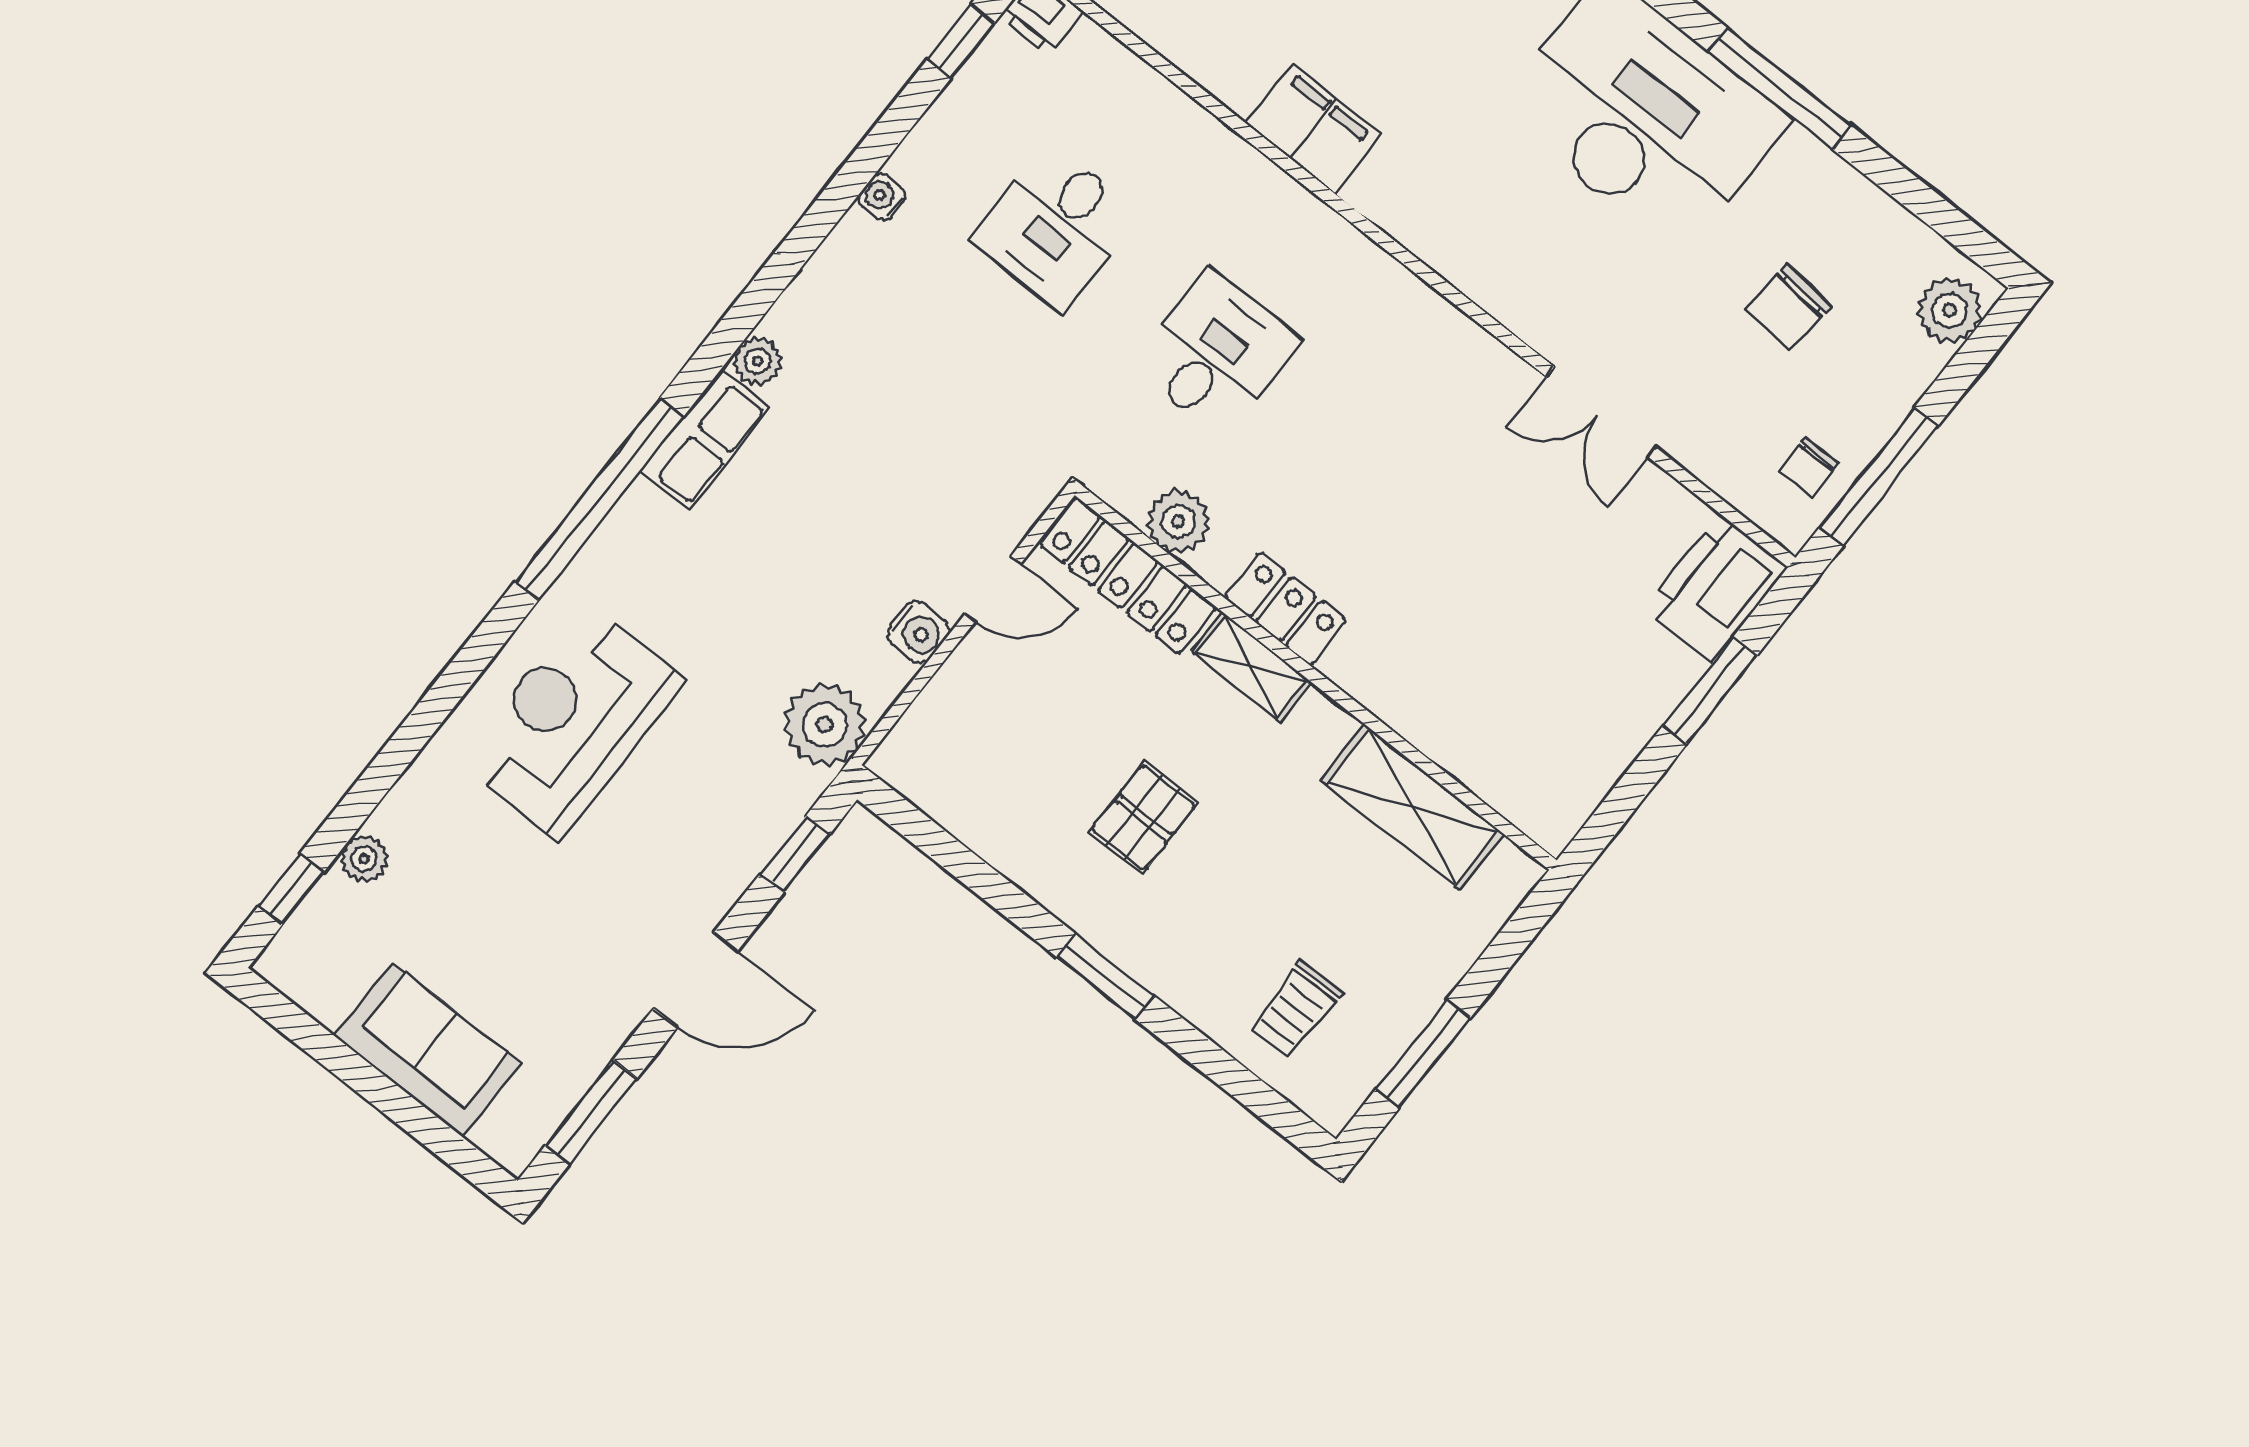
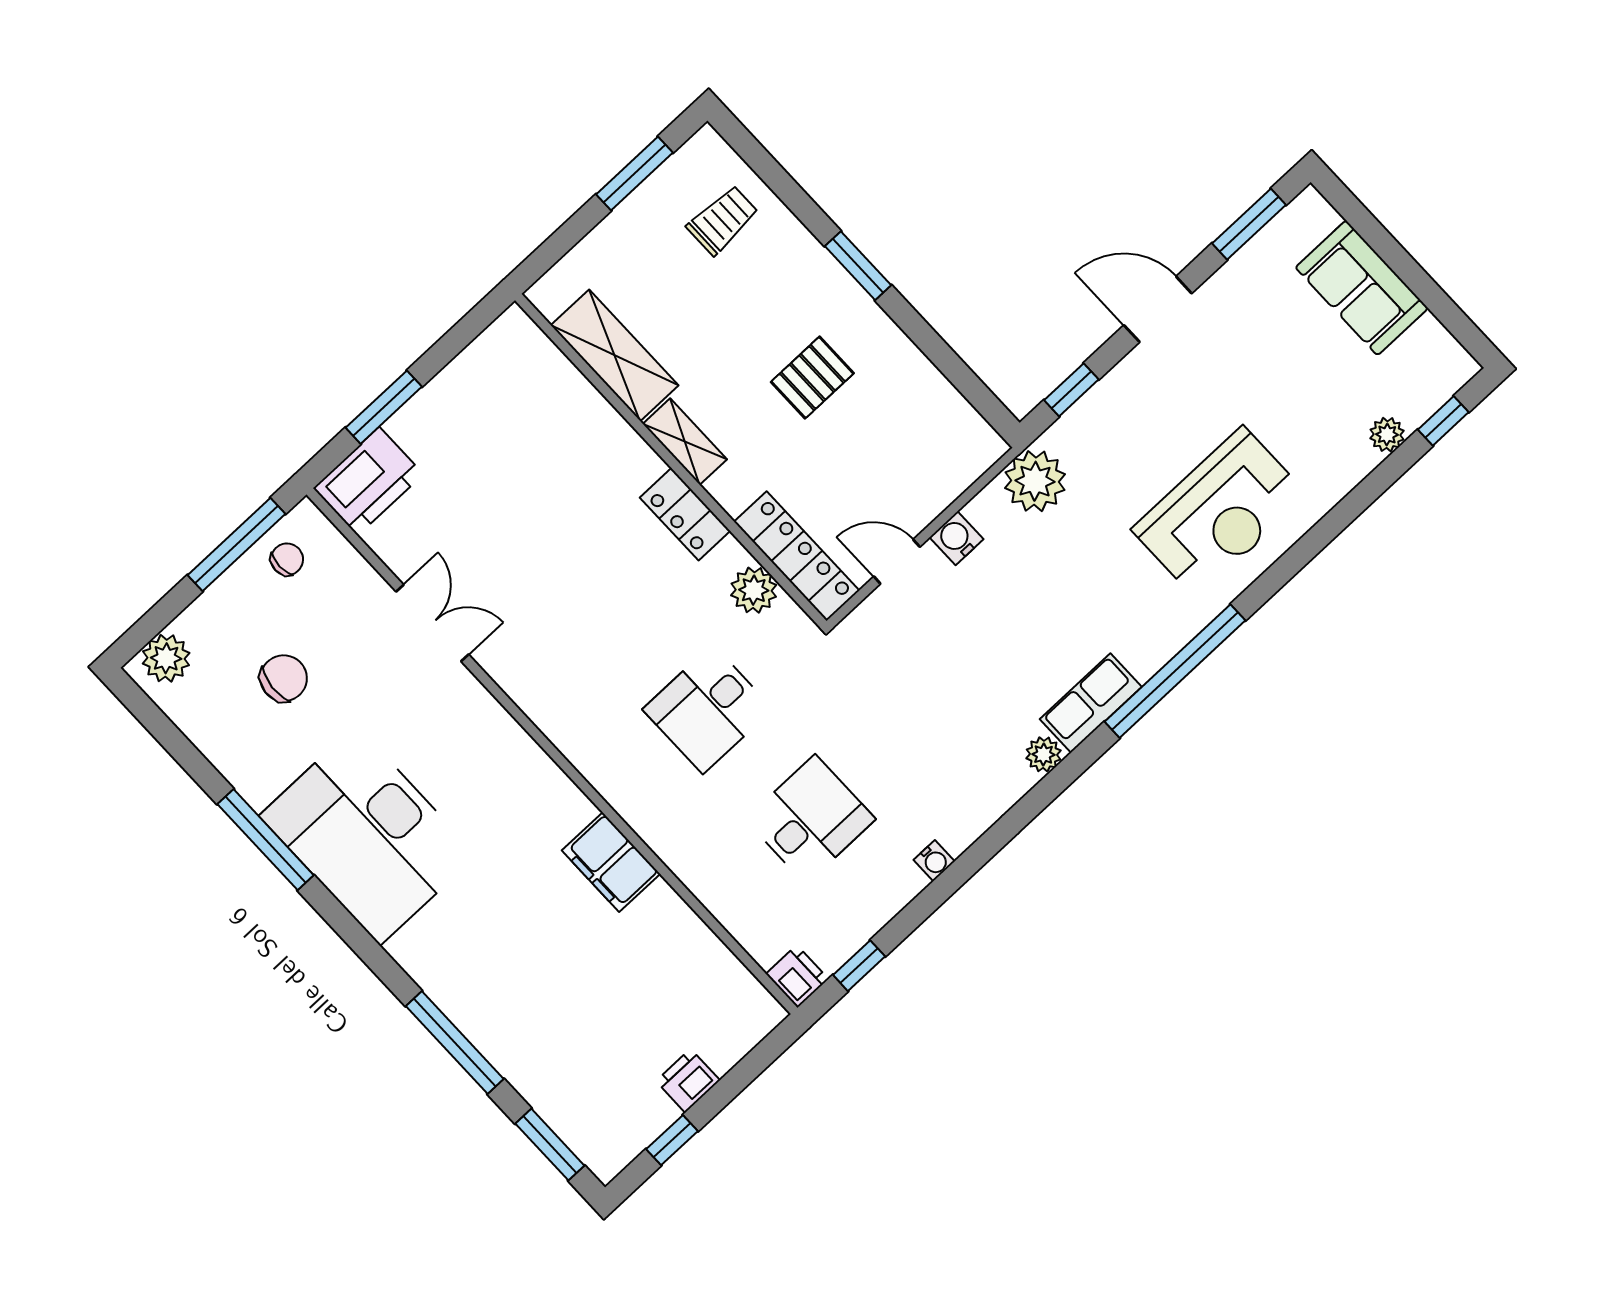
shelving: (1251, 667) -> (685, 442), moved

